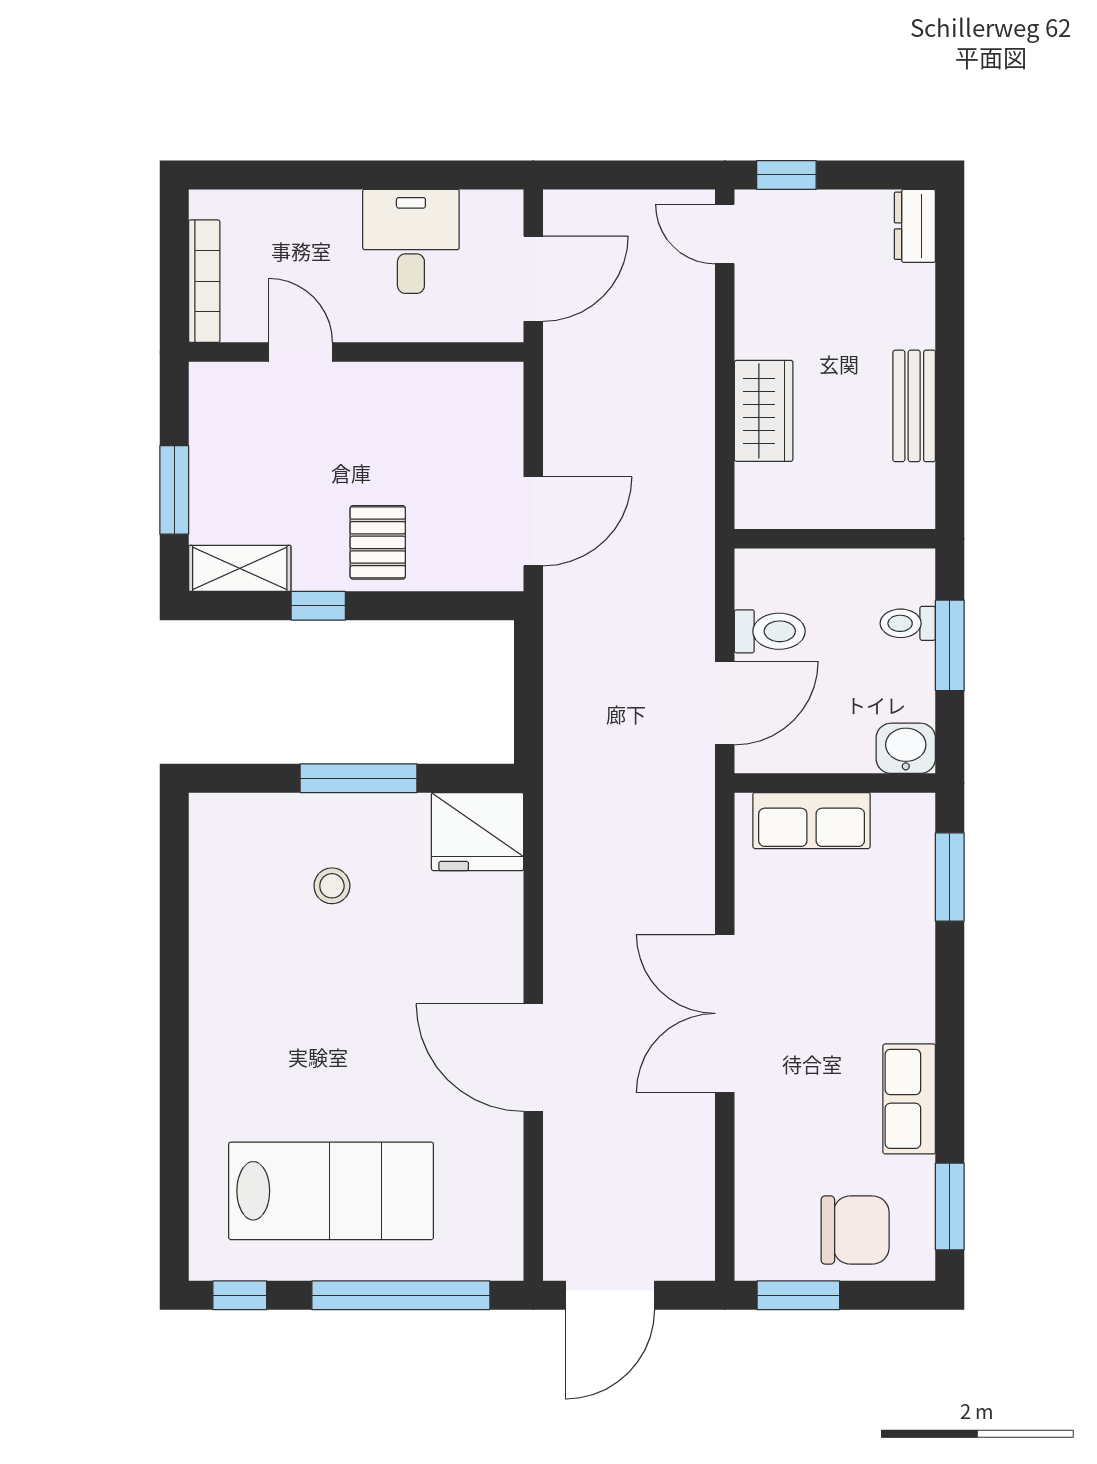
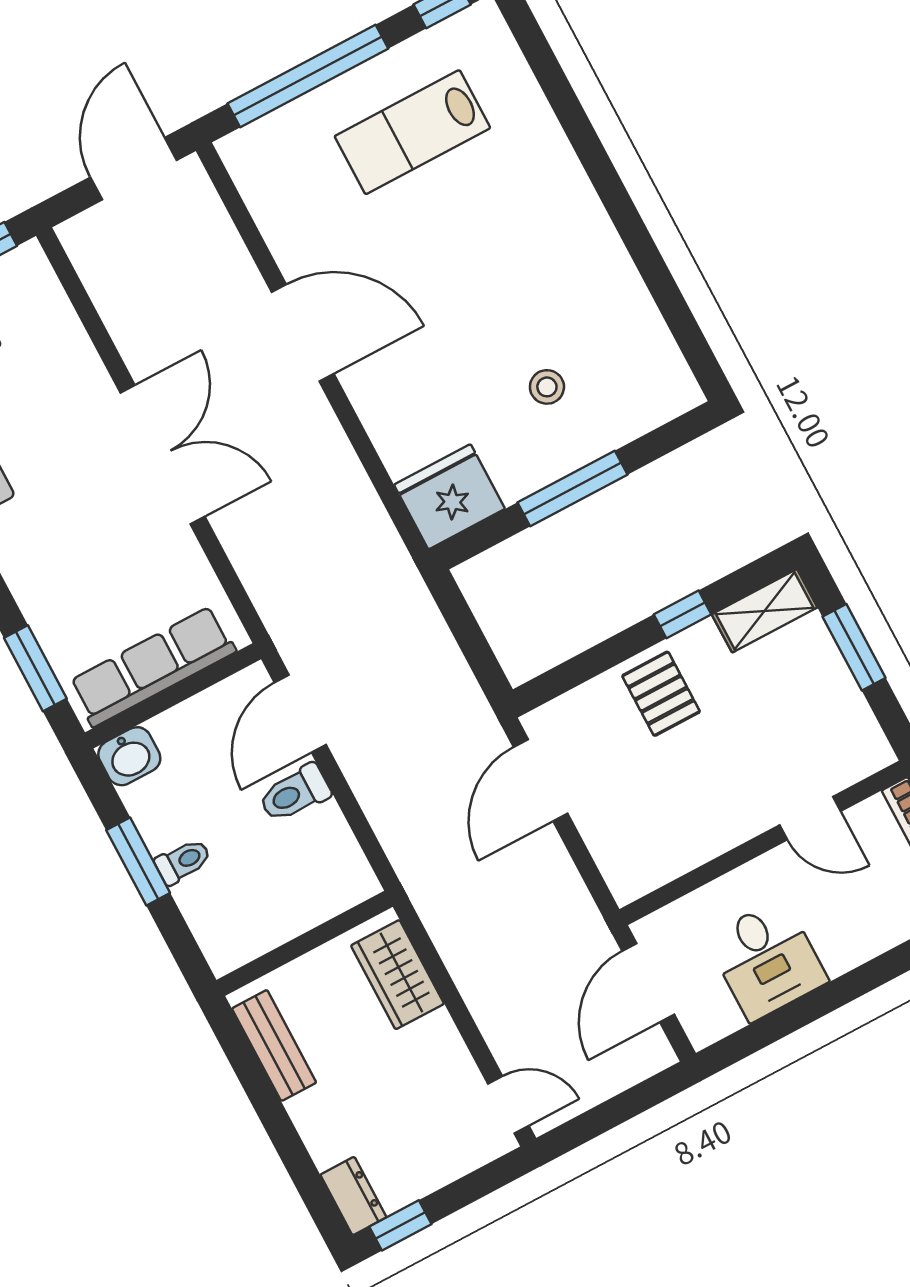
window: (786, 175) -> (400, 1225), moved
wall: (835, 539) -> (305, 943), moved
row of seats: (812, 821) -> (152, 667), width x1.48
lab bench: (331, 1191) -> (412, 132), width x0.73, depth x0.72

